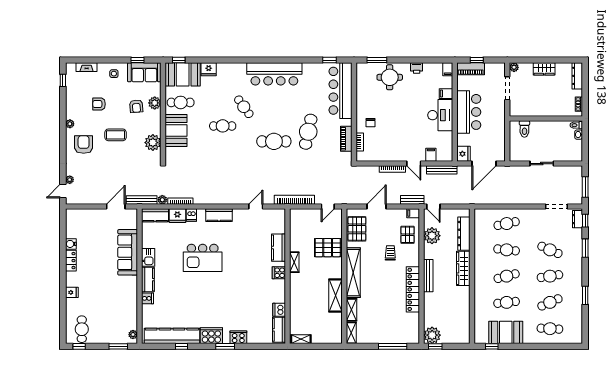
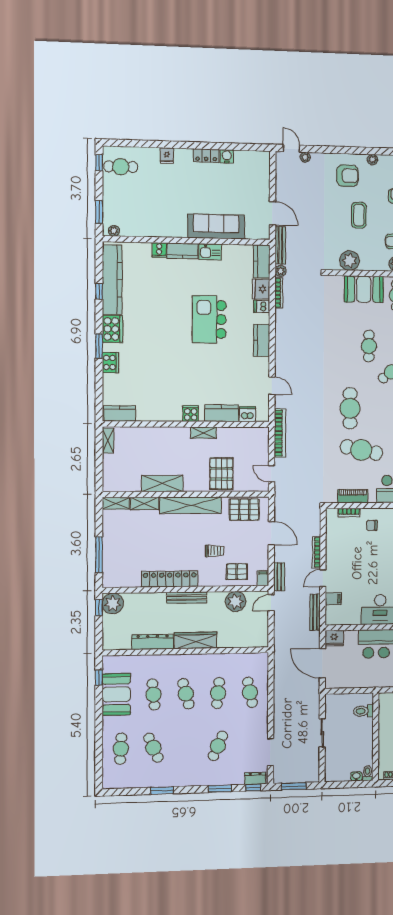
dresser: (464, 234) -> (153, 642), moved
cafe table: (550, 276) -> (186, 747), removed
dishwasher: (279, 310) -> (247, 414), moved

